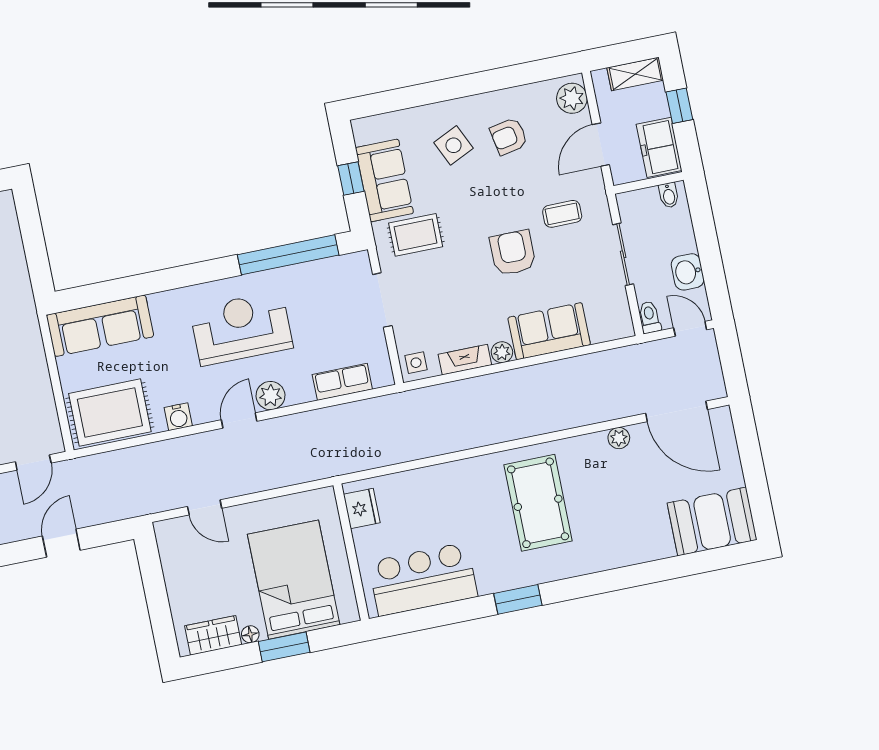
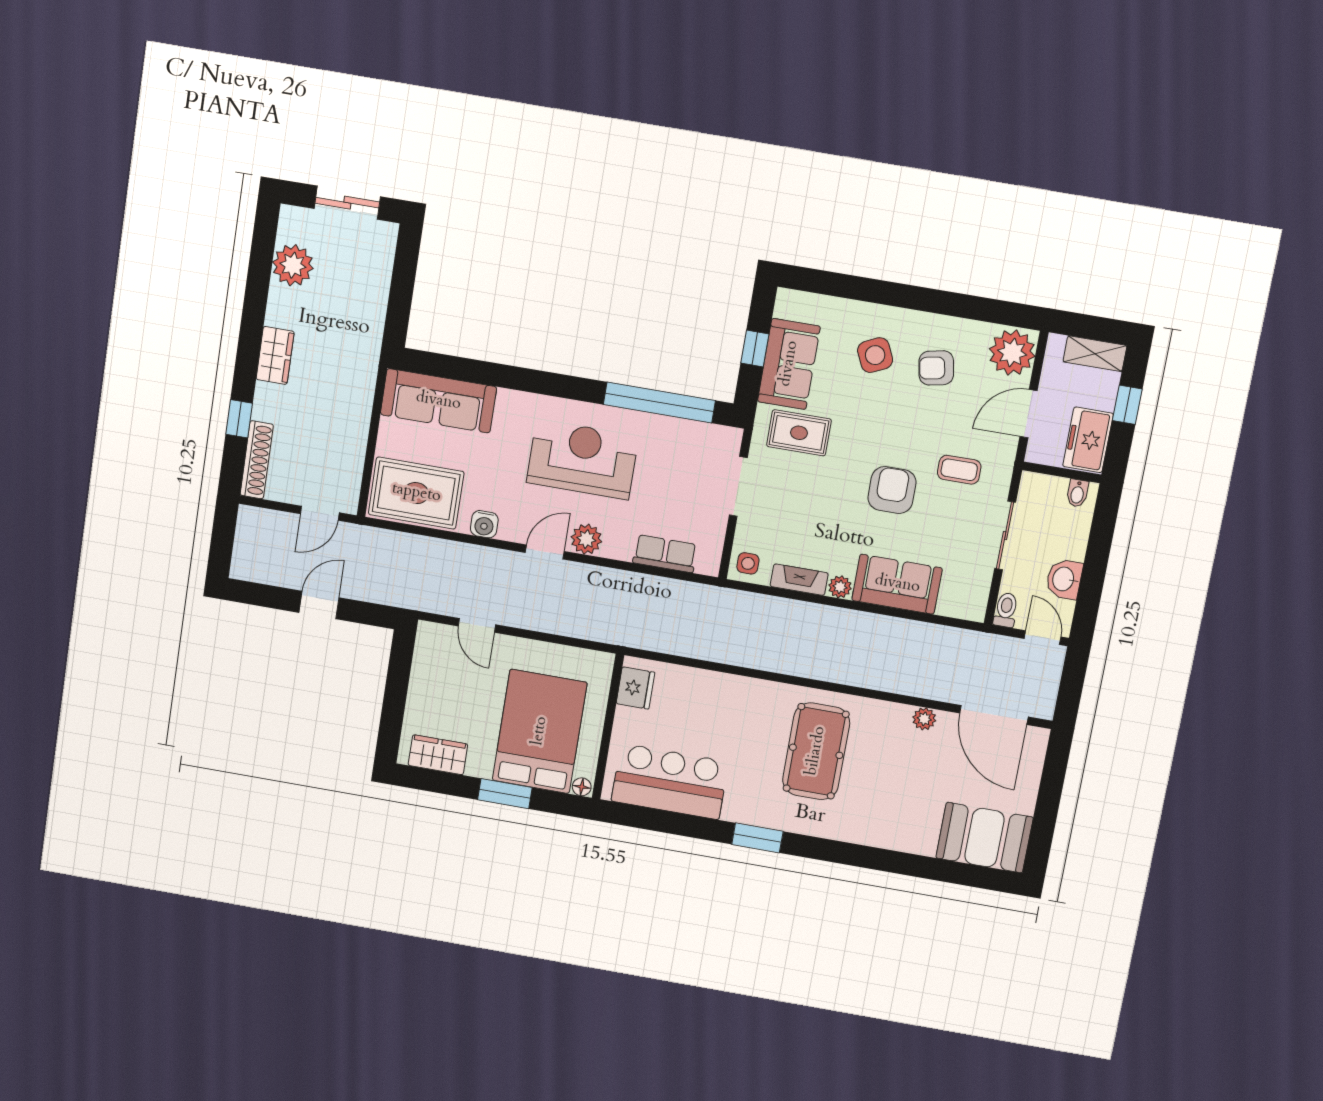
plant: (572, 98) -> (1012, 353), width x1.36, depth x1.36
floor lamp: (250, 634) -> (582, 787), moved

